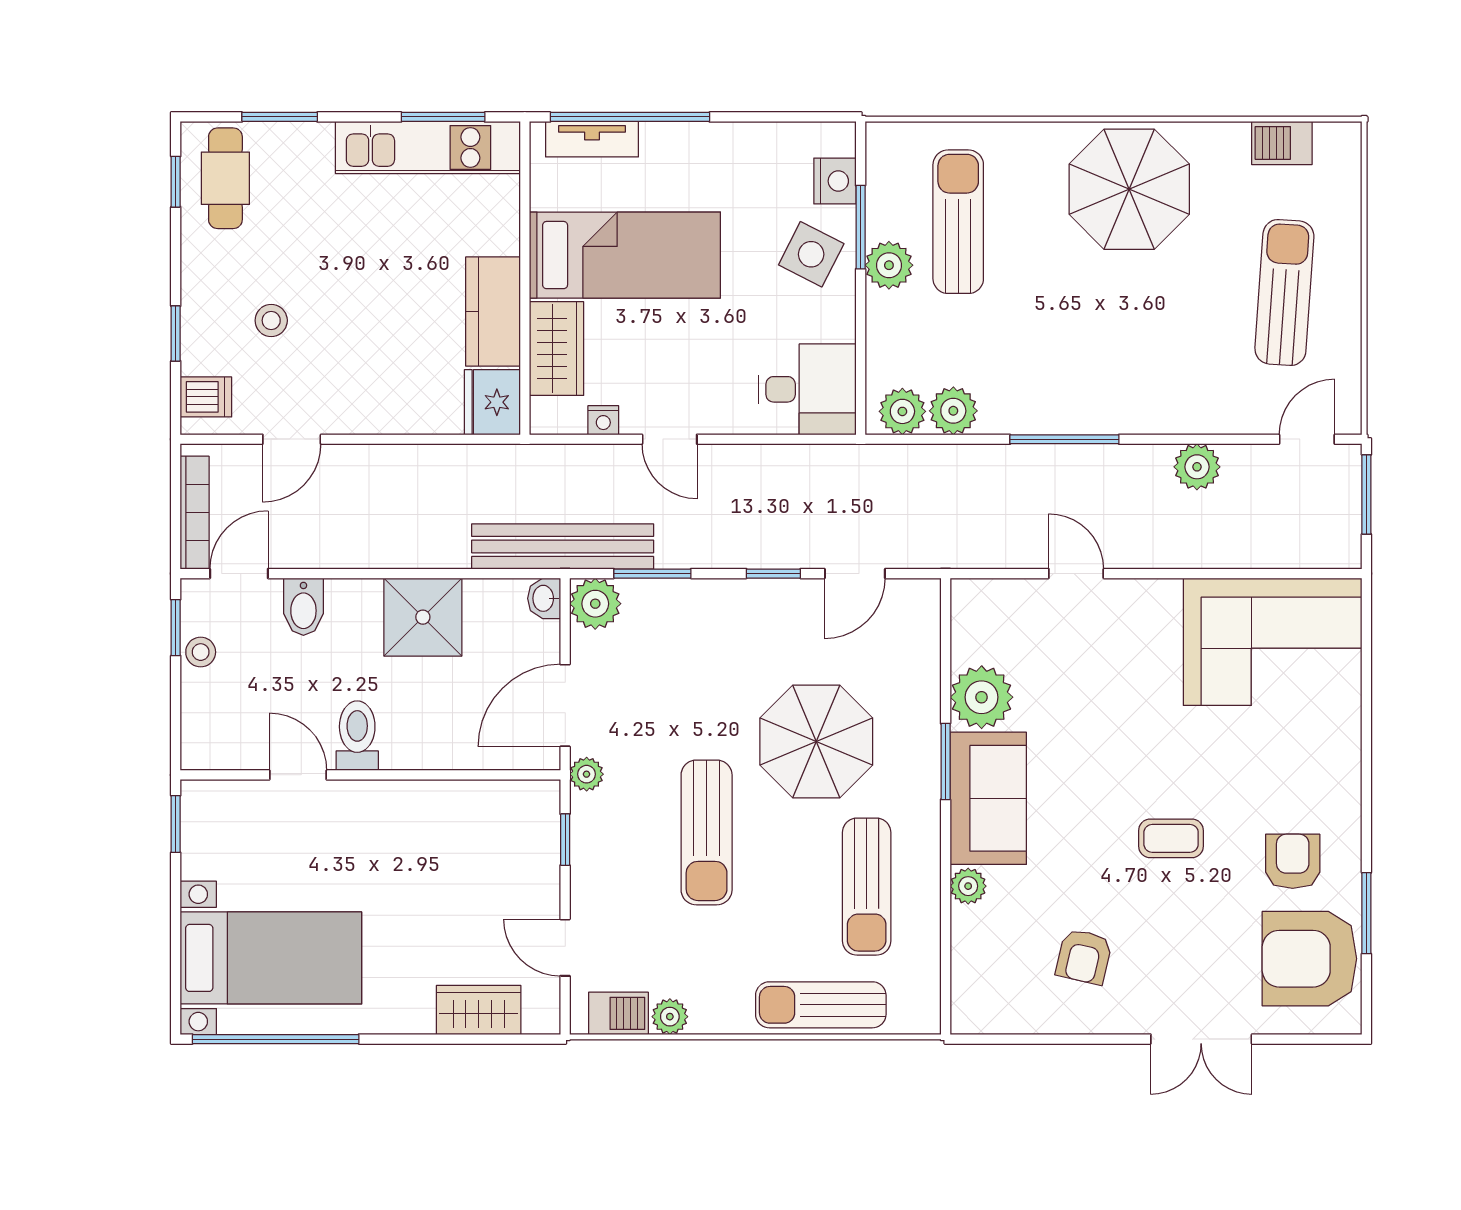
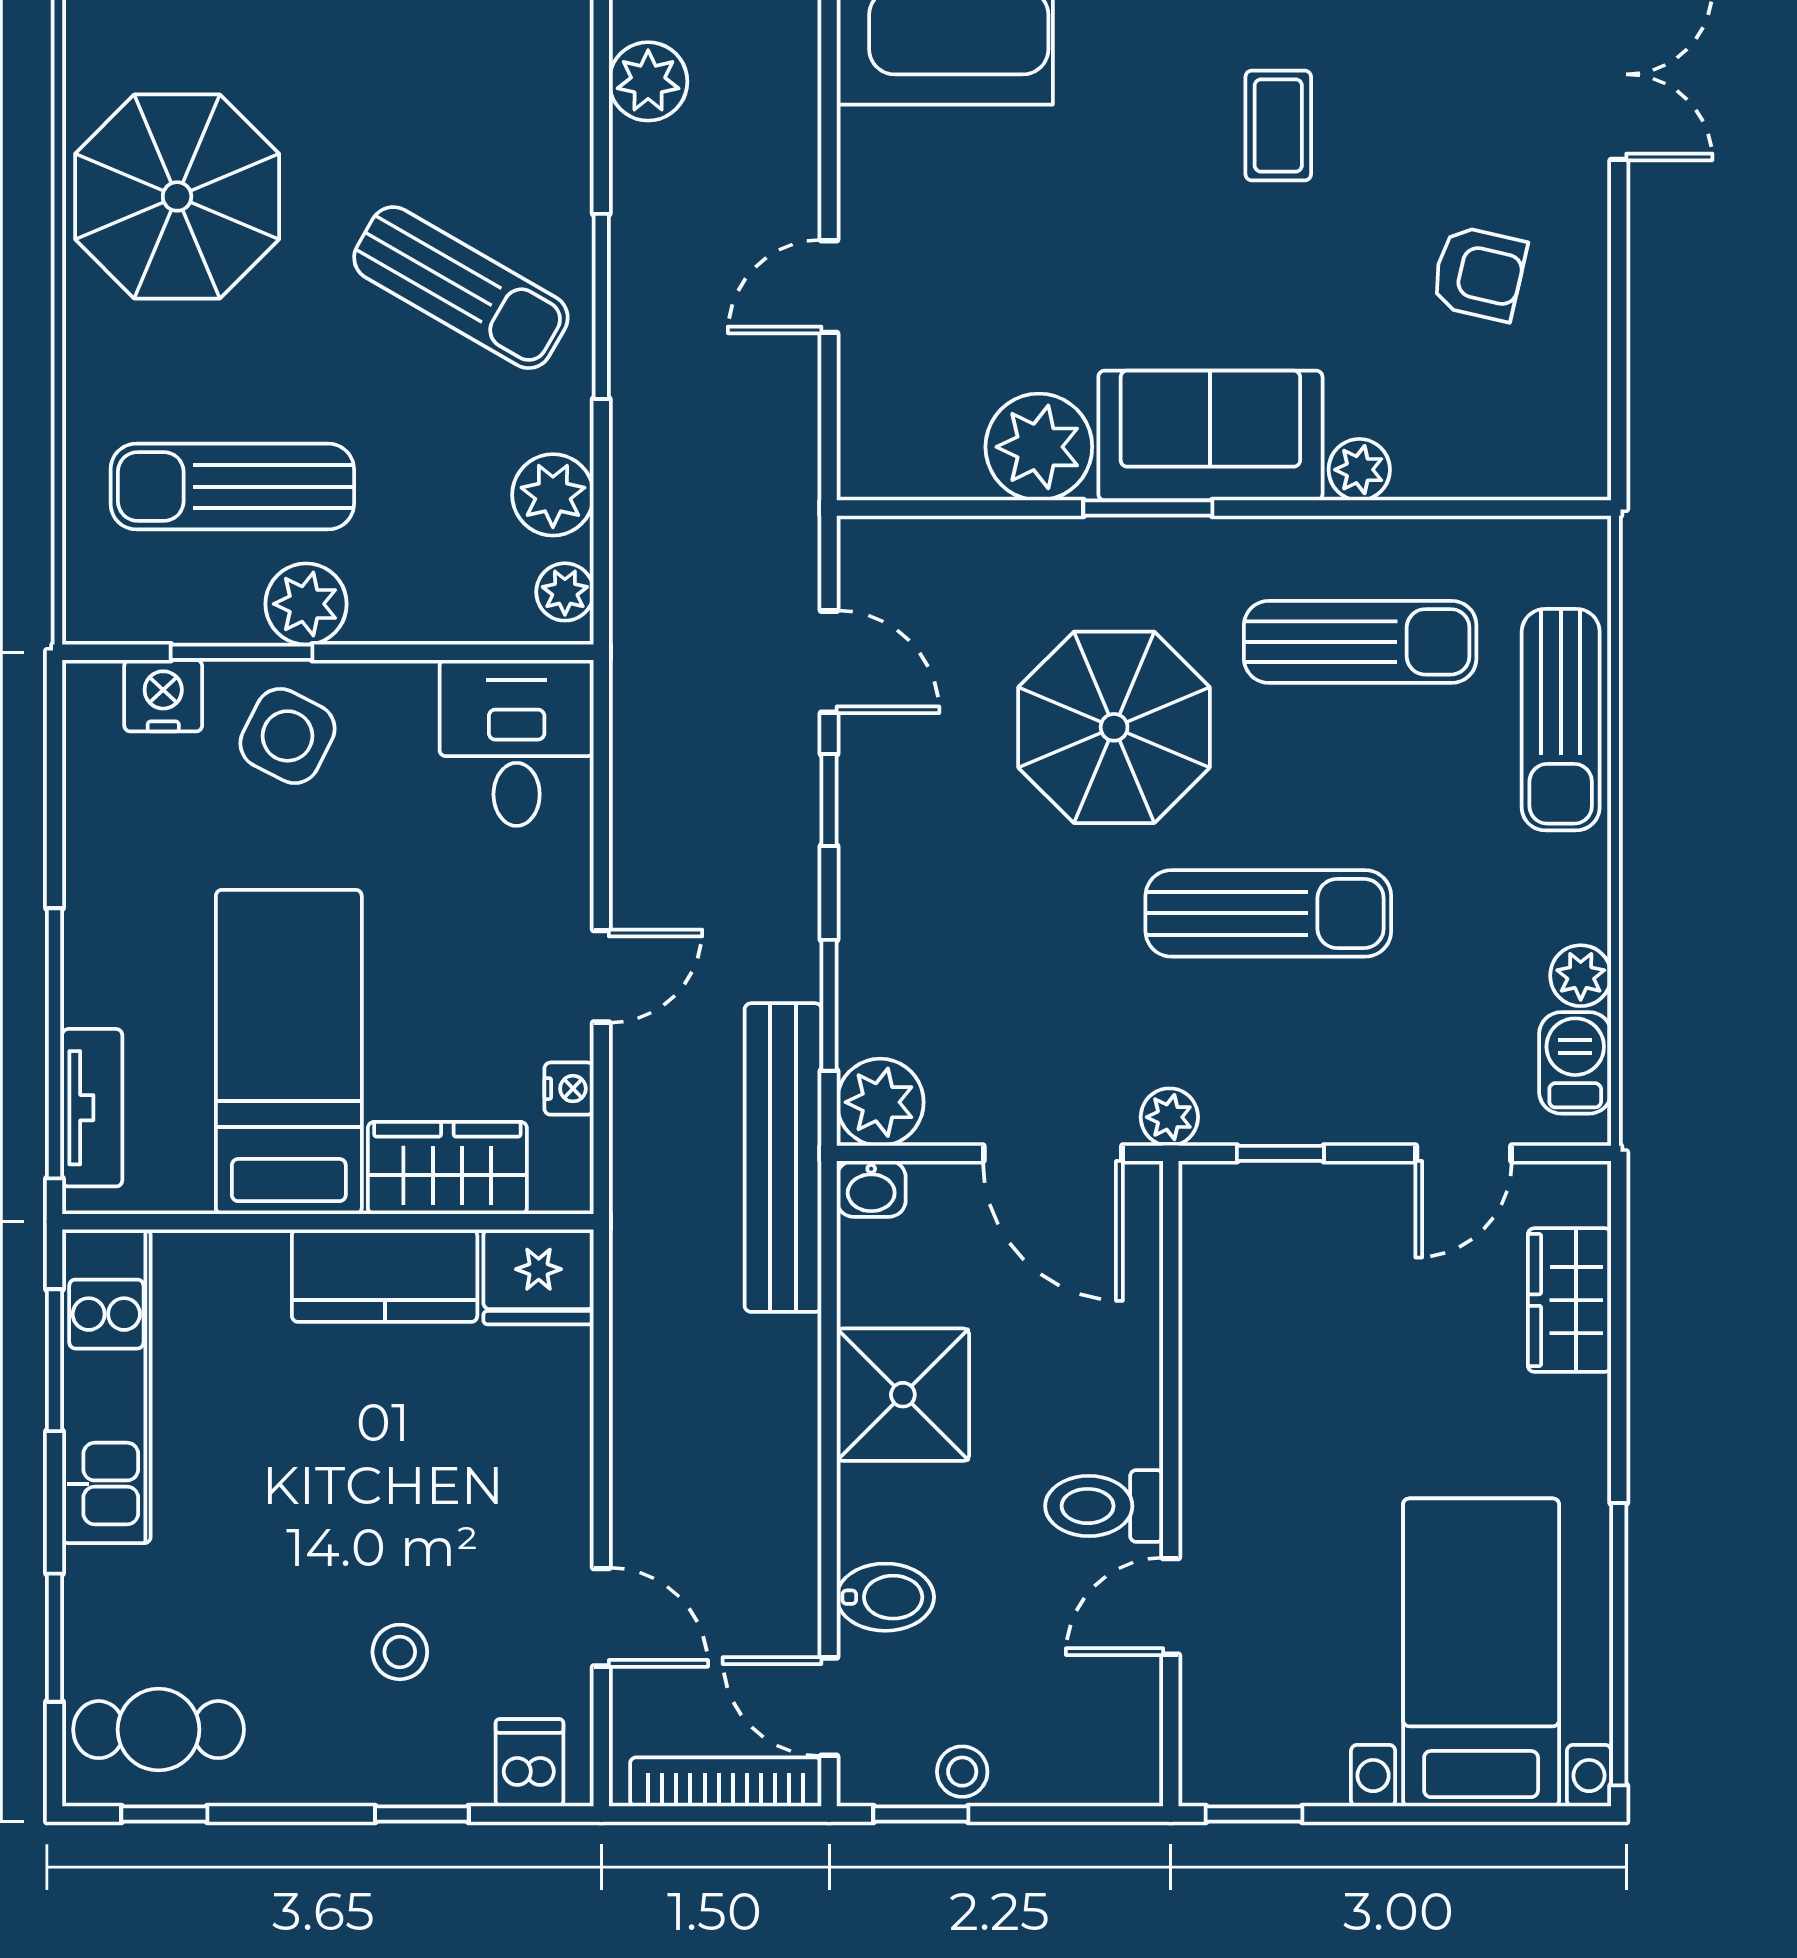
sun lounger: (1075, 357) -> (461, 288), added
plant: (902, 411) -> (565, 592), width x0.73, depth x0.73

